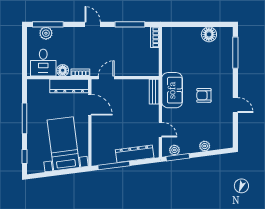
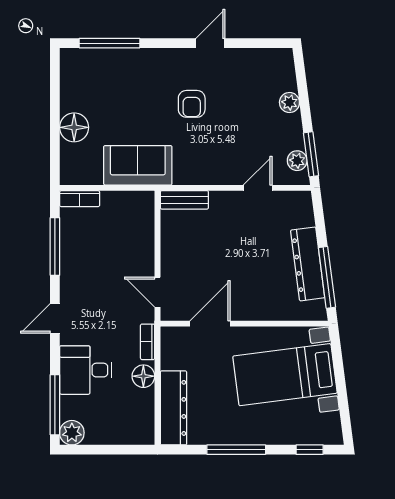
plant: (46, 33) -> (72, 433), moved
floor lamp: (209, 34) -> (74, 127), moved
desk: (43, 63) -> (86, 370), moved, turned 180
dresser: (69, 86) -> (174, 408), moved
sofa: (172, 90) -> (138, 165), moved
dresser: (135, 154) -> (308, 264), moved

